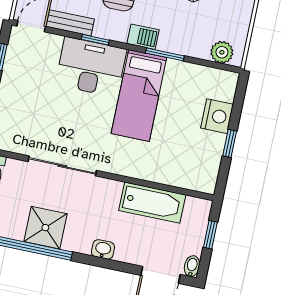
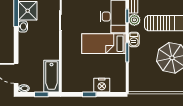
plant: (222, 52) -> (134, 20), moved
bathtub: (152, 203) -> (51, 76), moved
washbasin: (103, 249) -> (23, 27), moved

